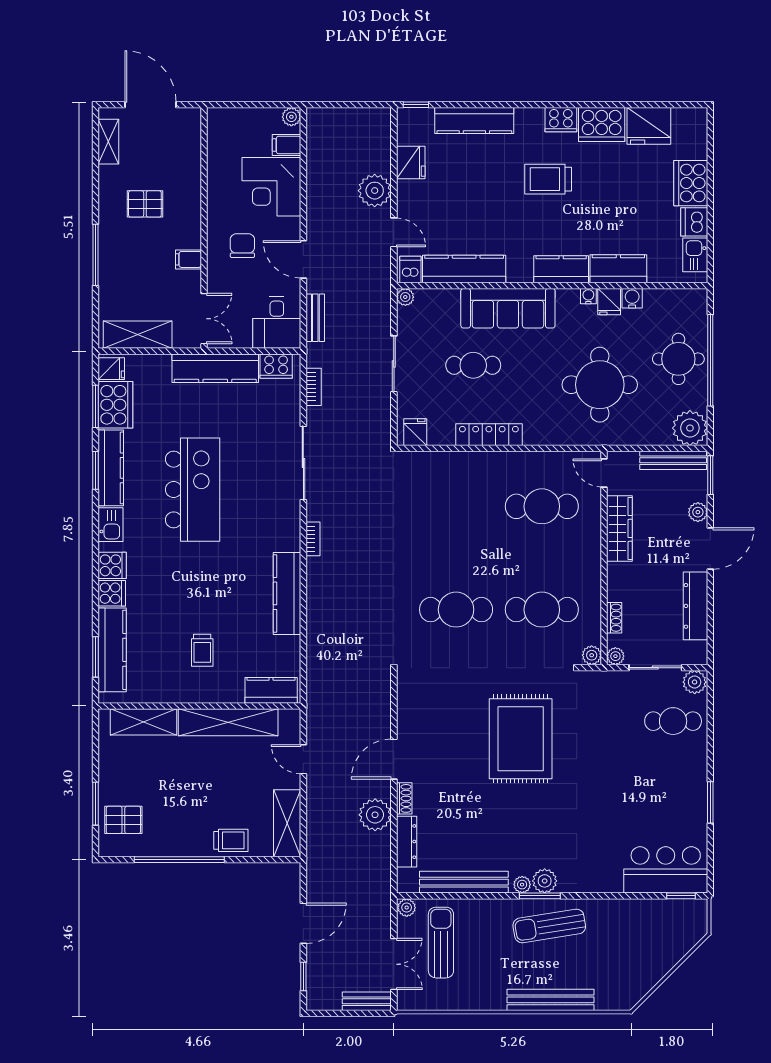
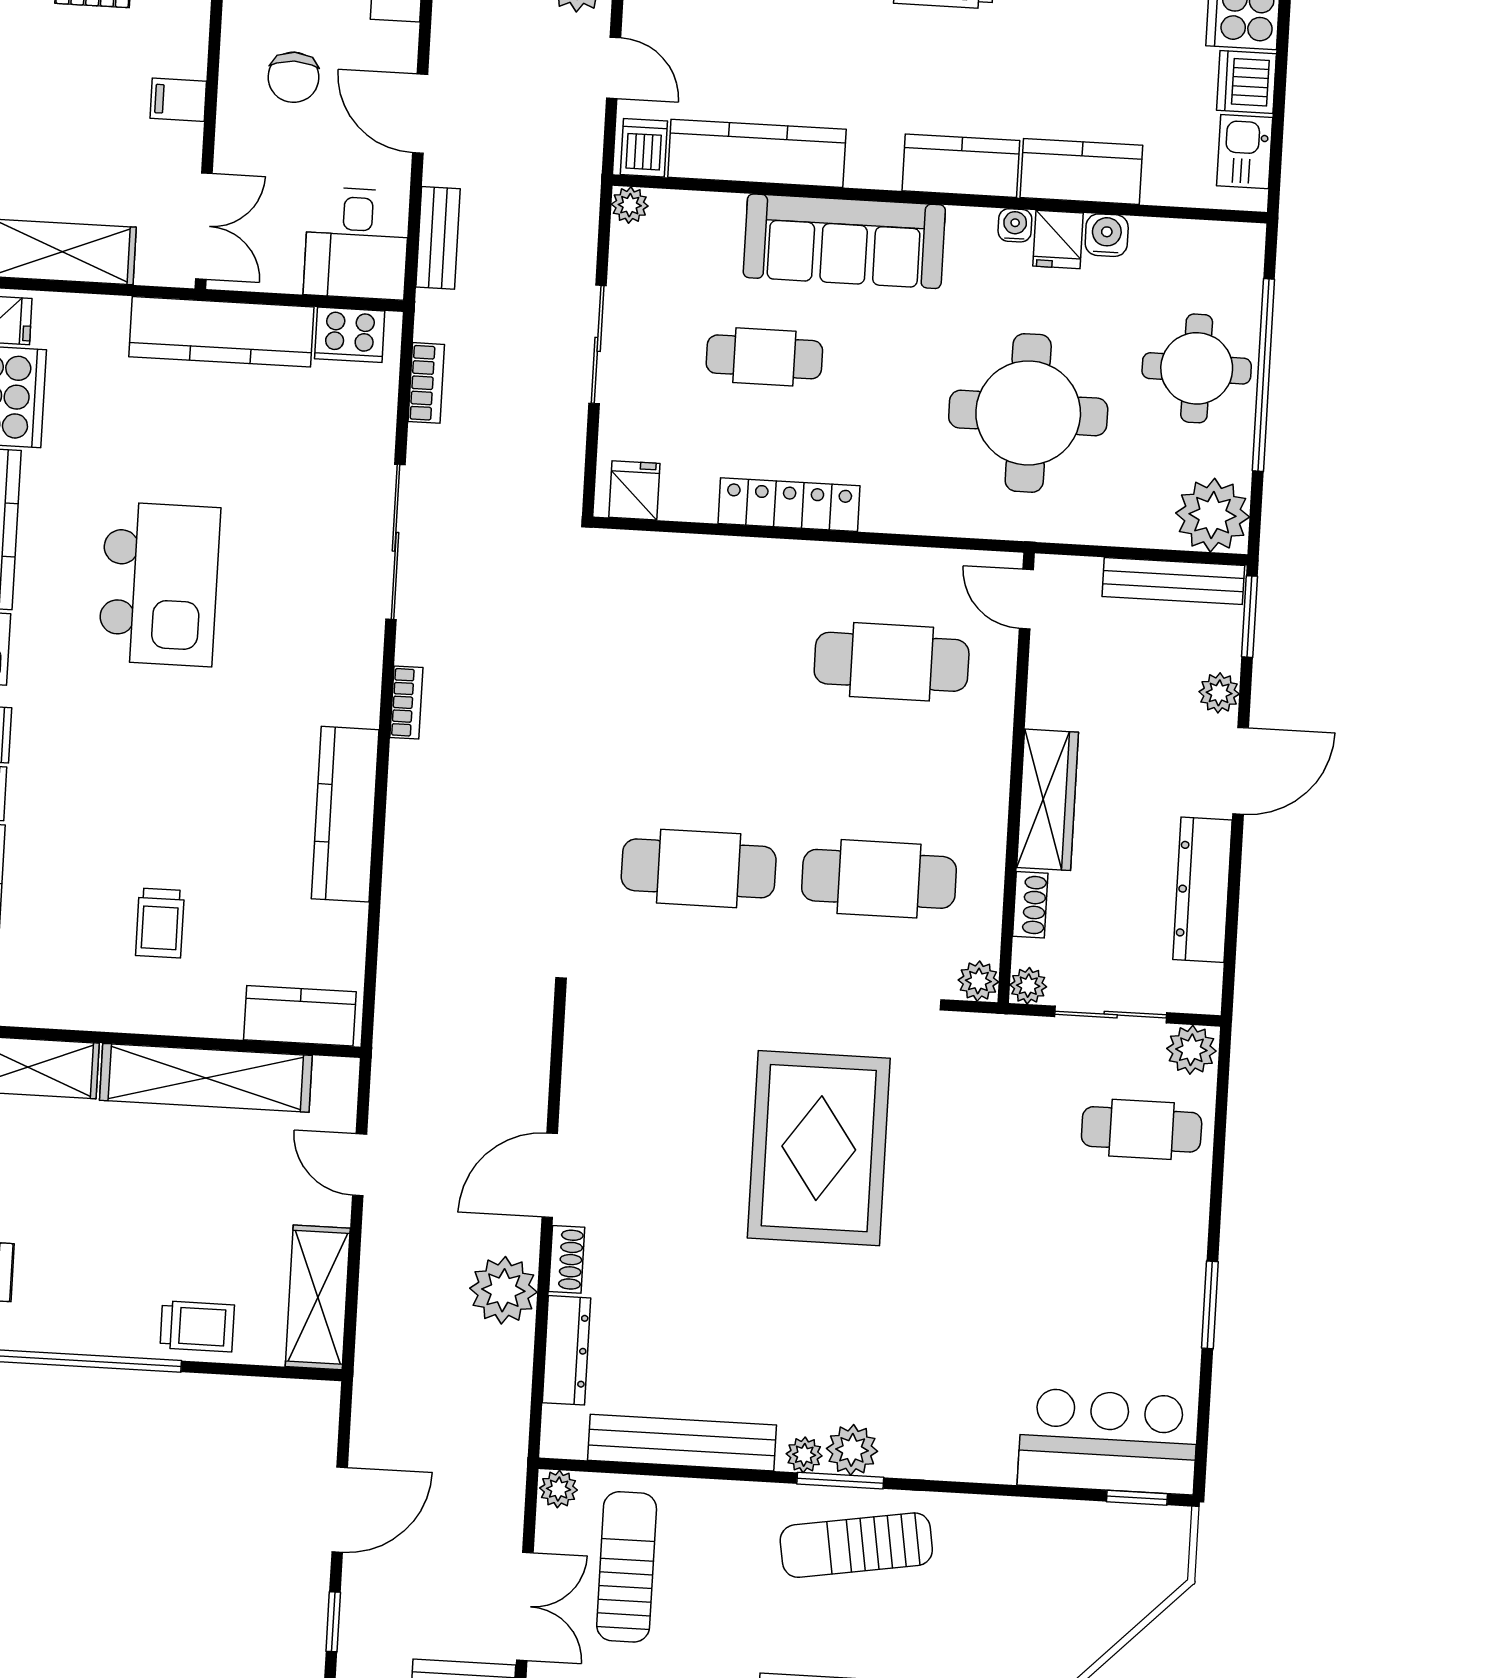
chair: (242, 246) -> (293, 77), turned 180
kitchen island: (193, 490) -> (159, 584), width x0.73
wardrobe: (619, 528) -> (1047, 800), moved

